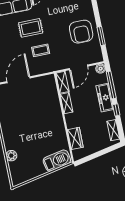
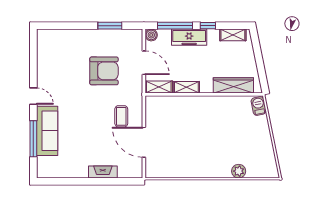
rug: (31, 28) -> (81, 113), removed
armchair: (81, 32) -> (104, 71), moved
coffee table: (41, 50) -> (121, 116), moved
wardrobe: (75, 138) -> (233, 85), width x1.50
barbecue: (57, 161) -> (259, 106), width x0.53, depth x0.65

